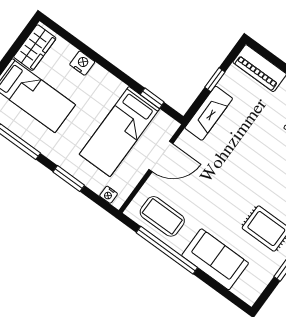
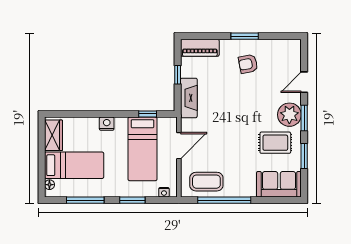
nightstand: (82, 63) -> (107, 124), moved
sofa: (215, 259) -> (279, 184), moved

